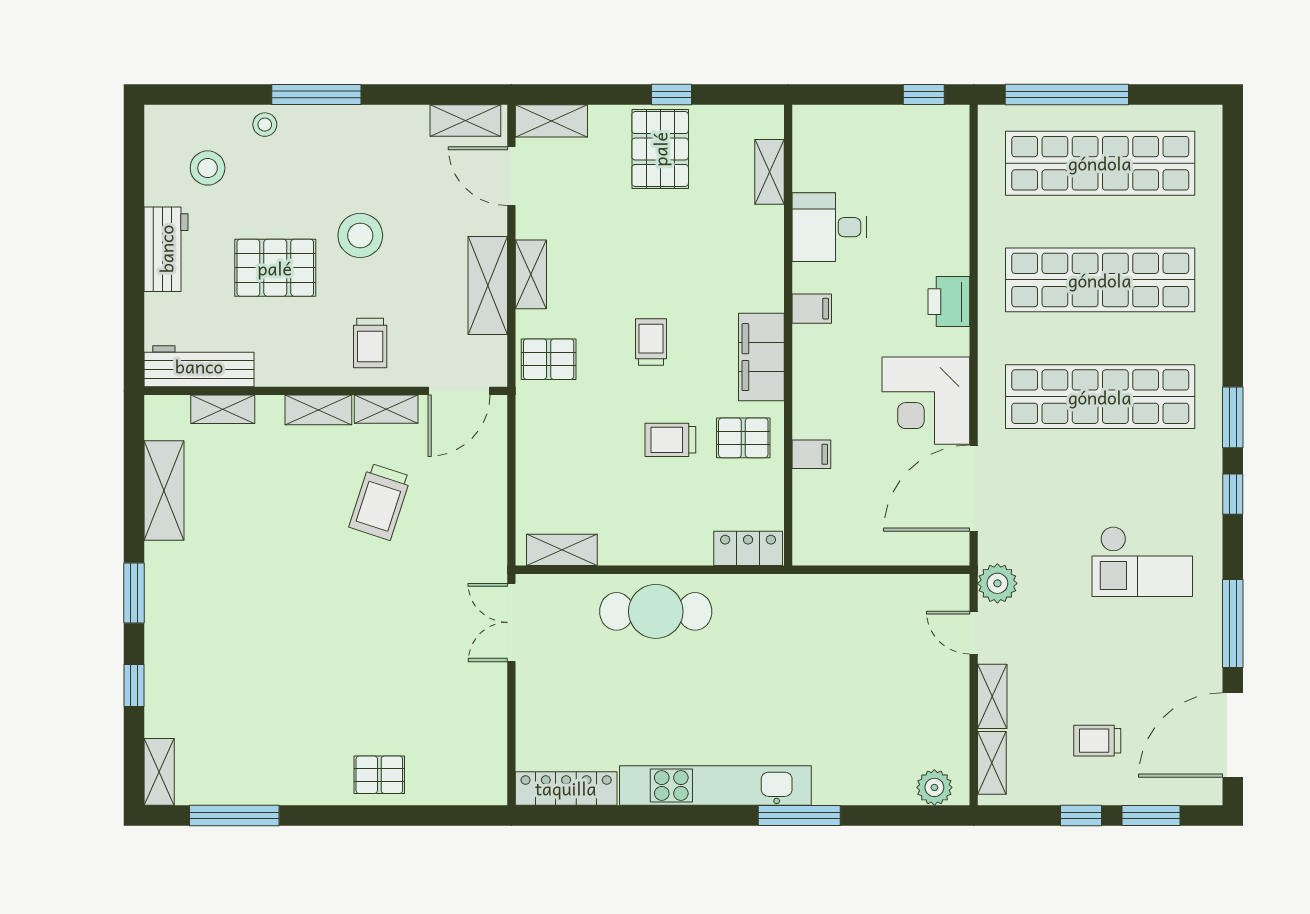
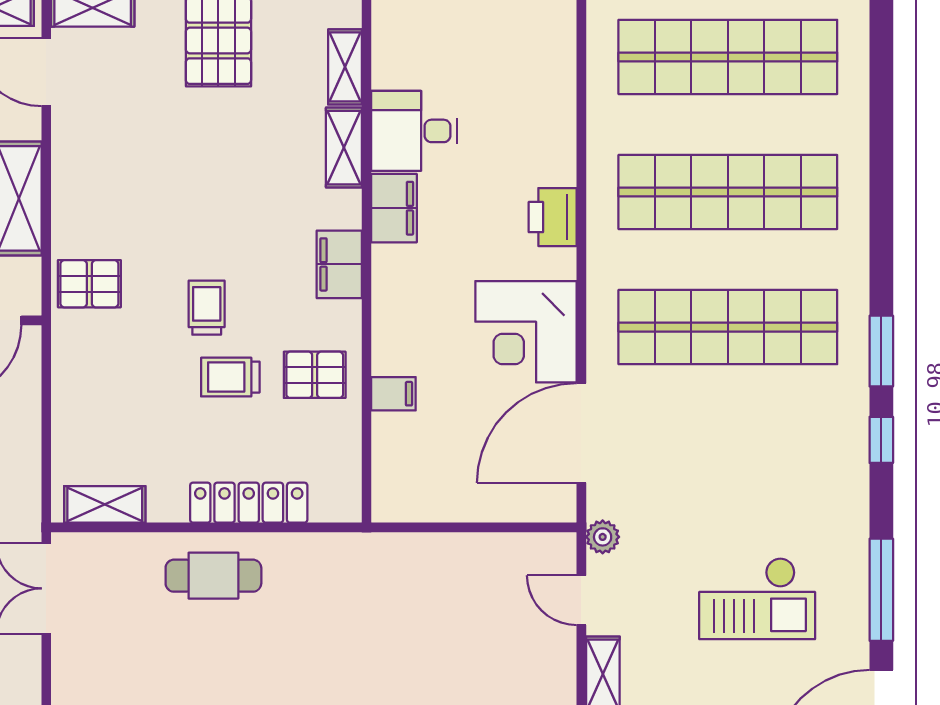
shelving: (531, 274) -> (344, 148), moved
filing cabinet: (812, 309) -> (394, 208), width x2.00
trolley: (651, 342) -> (207, 308), moved
filing cabinet: (761, 357) -> (339, 264), width x0.67, depth x0.86
locker: (748, 548) -> (249, 503), moved, width x1.53
checkout: (1142, 561) -> (757, 599), moved
plant: (997, 583) -> (603, 537), width x0.73, depth x0.73
cafe table: (656, 611) -> (213, 576), width x0.73, depth x0.74

